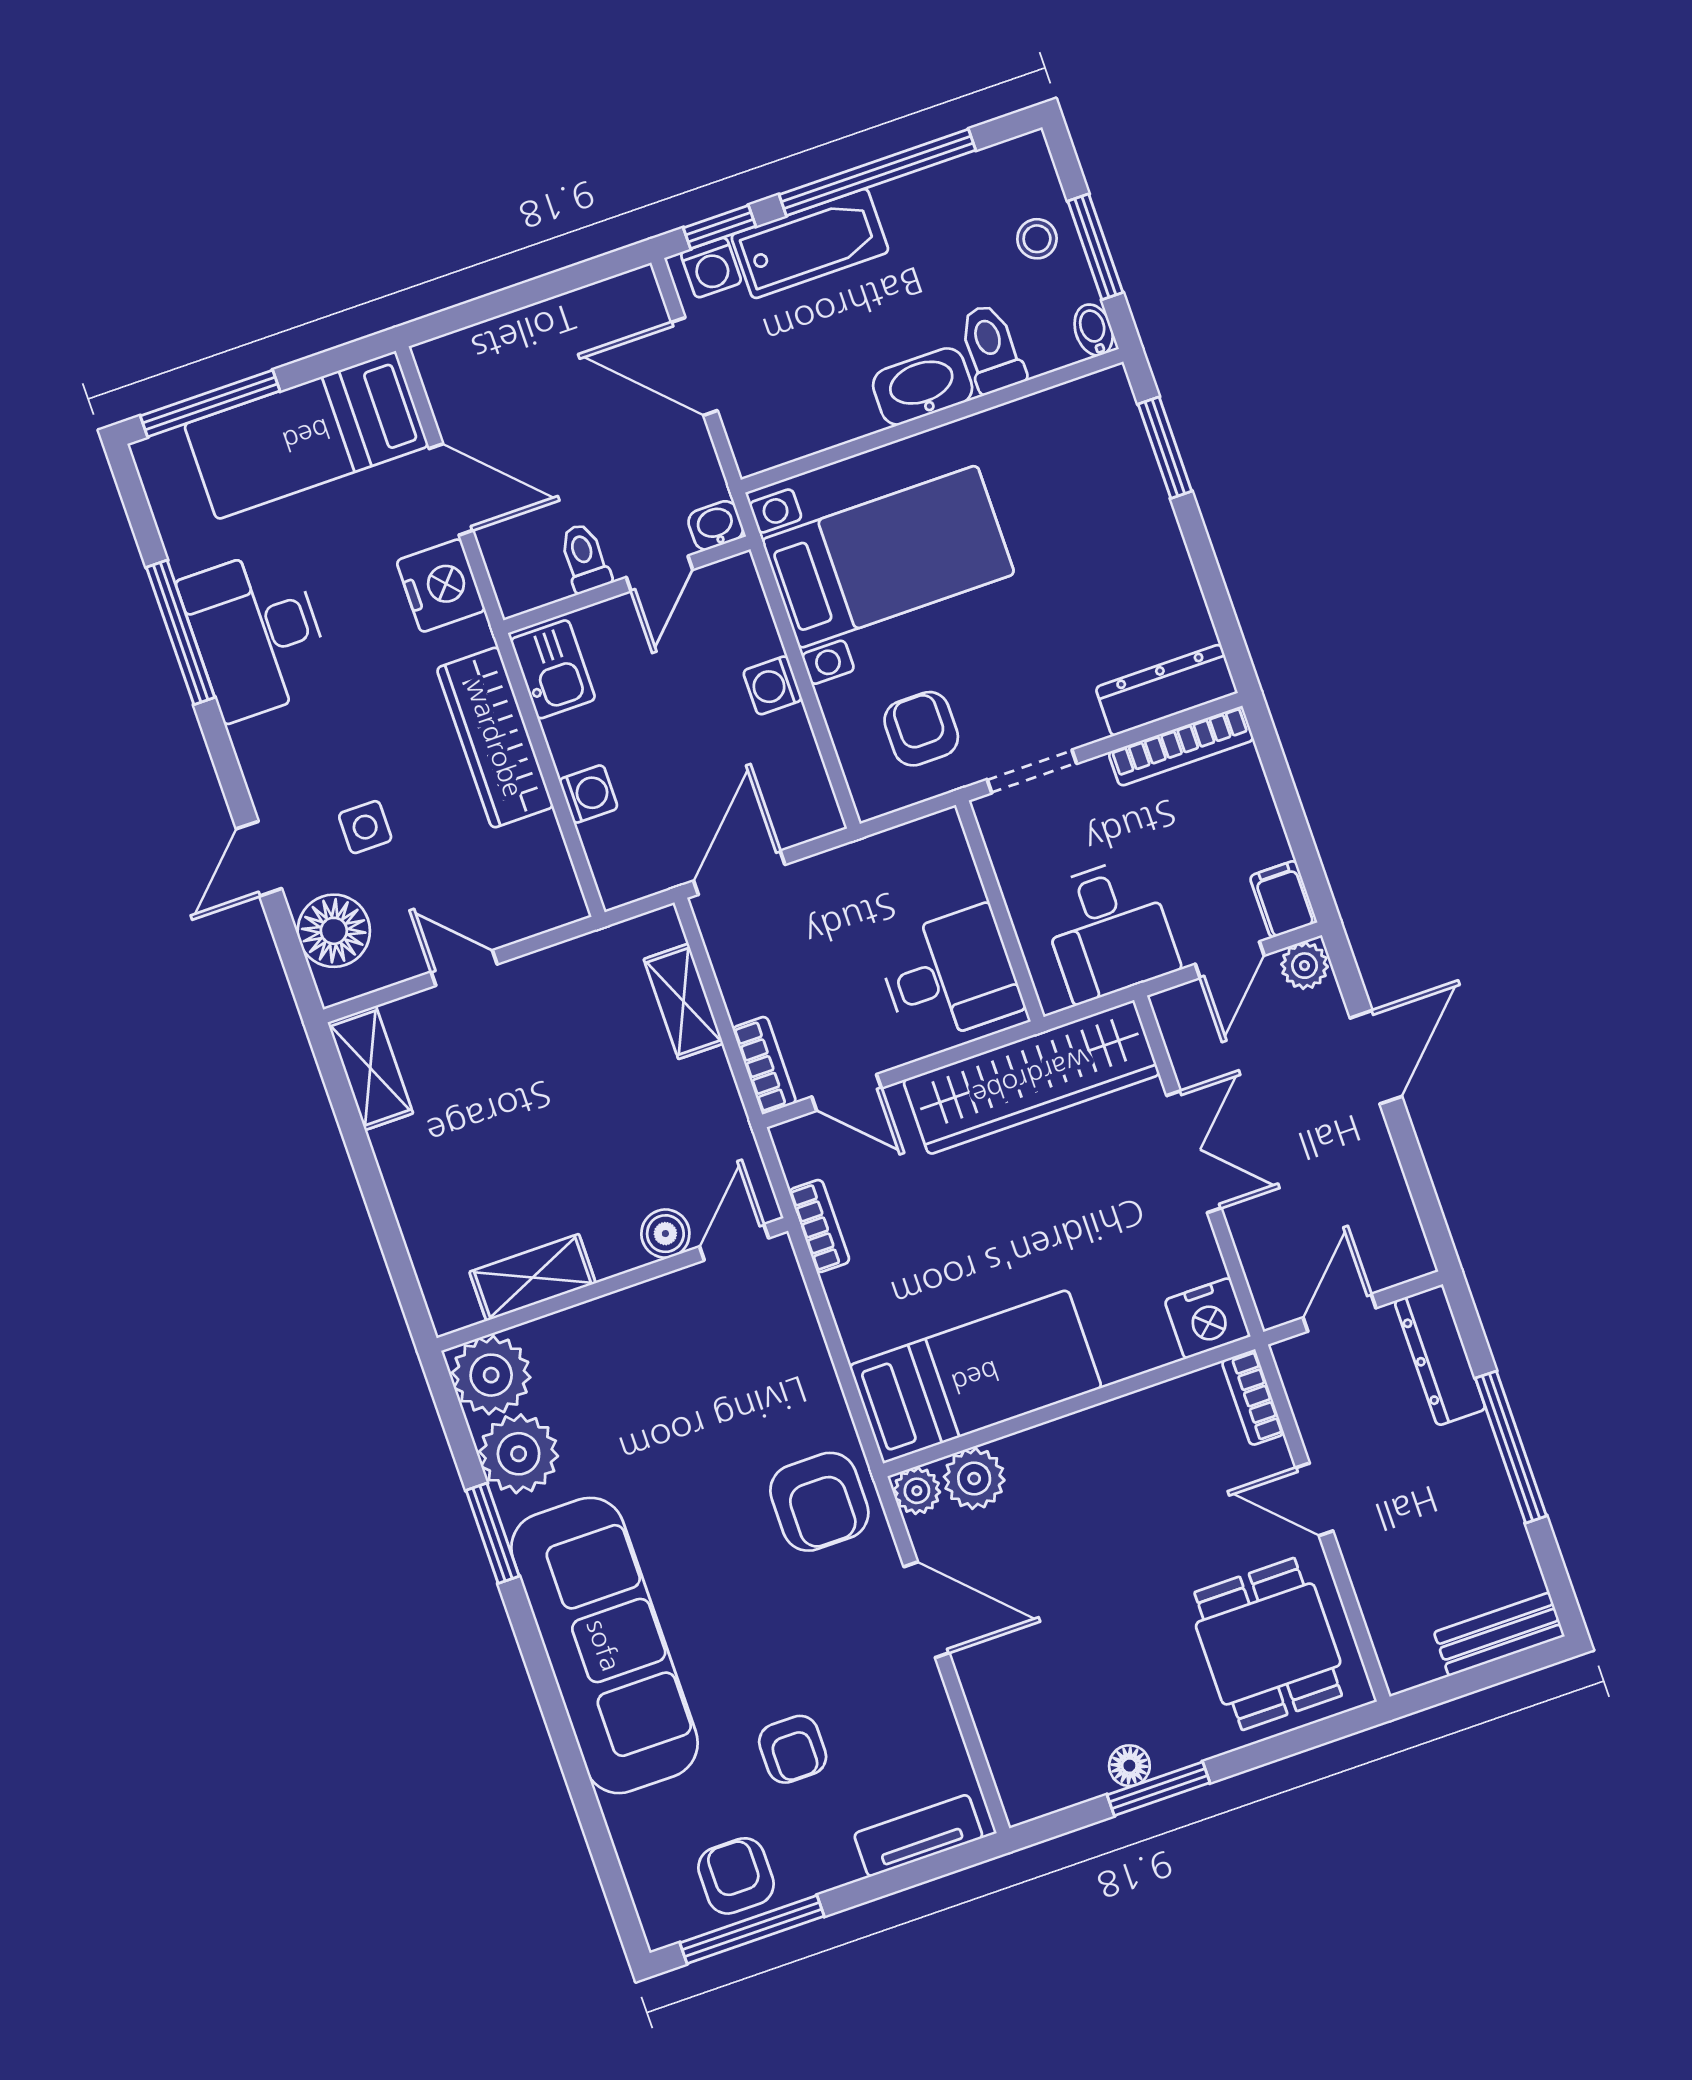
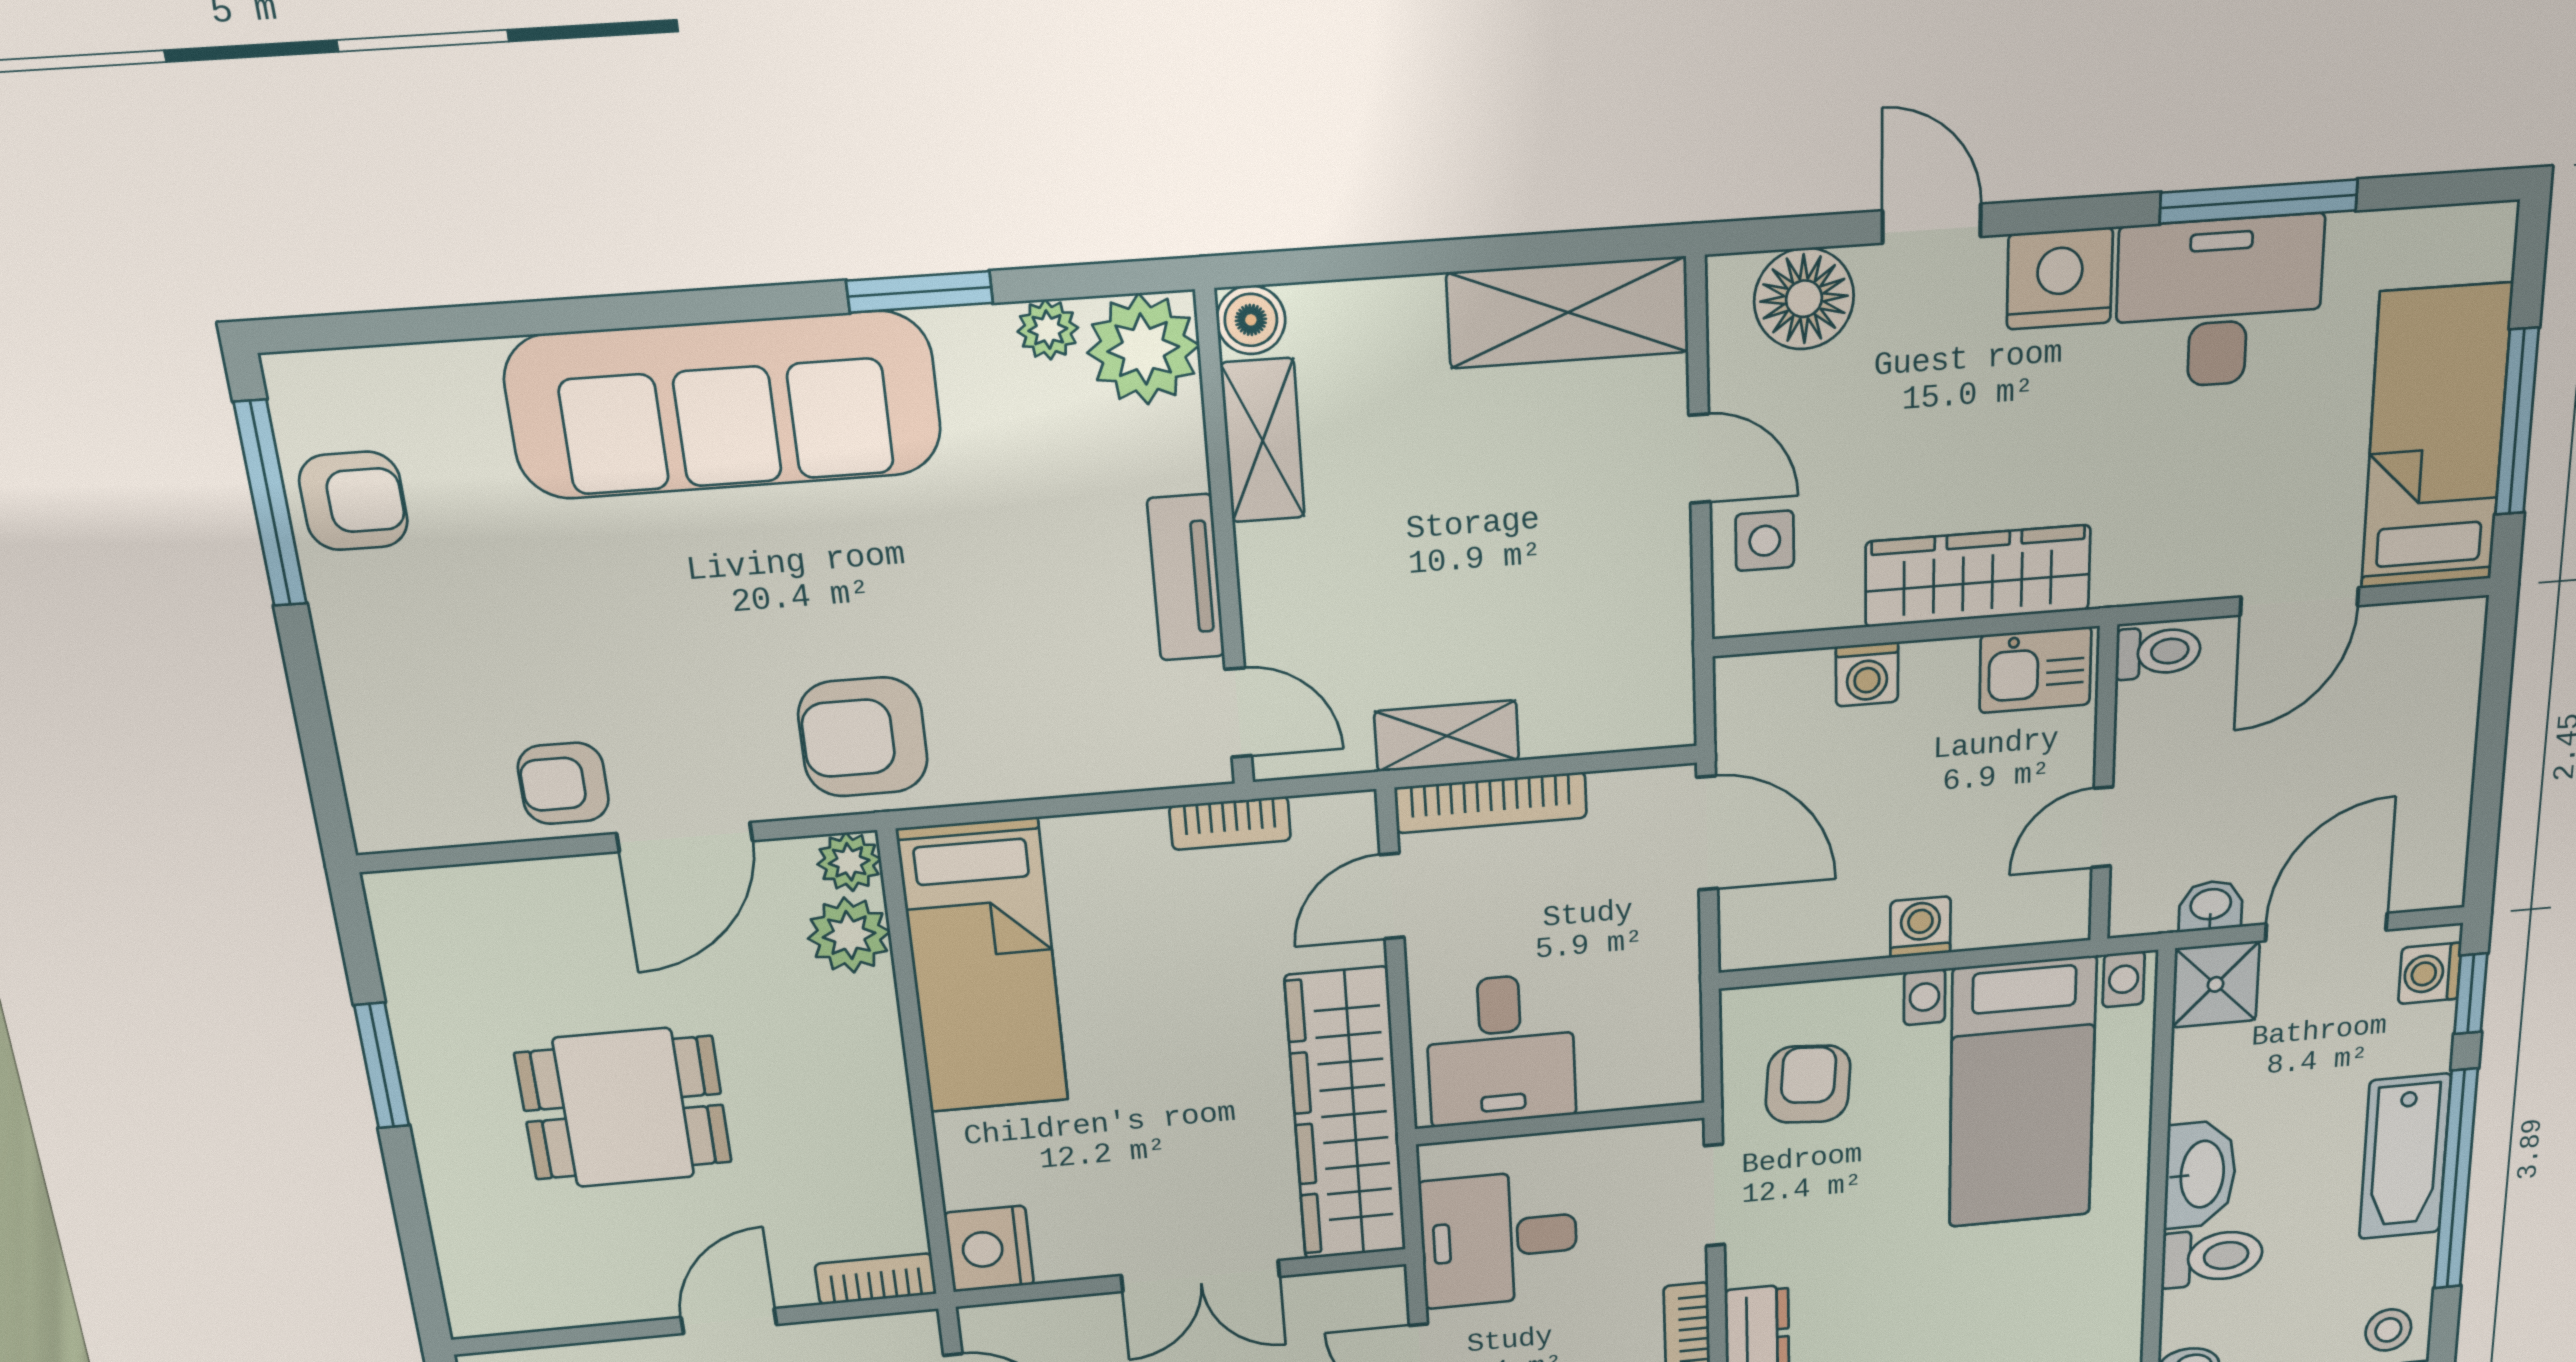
stool: (1037, 239) -> (2388, 1330), moved
bathtub: (810, 244) -> (2405, 1157), moved
window: (210, 403) -> (2517, 422), moved
shower: (762, 436) -> (2216, 984), added
washbasin: (716, 525) -> (2211, 906), moved, turned -90
toilet: (585, 558) -> (2158, 652), moved
door: (660, 574) -> (2102, 827), hinge flipped
nightstand: (441, 586) -> (2060, 279), moved, turned 180
armchair: (921, 729) -> (1808, 1084), turned -86
side table: (365, 827) -> (1765, 541), moved
door: (464, 968) -> (1700, 459), hinge flipped
shelving: (683, 1001) -> (1447, 736), moved
bookcase: (764, 1065) -> (1491, 803), width x1.56
shelving: (370, 1068) -> (1568, 312), width x1.50, depth x1.33
boiler: (665, 1234) -> (1251, 320), moved
plant: (519, 1454) -> (1048, 330), width x0.53, depth x0.53
dining table: (1268, 1644) -> (624, 1108), moved
armchair: (793, 1749) -> (563, 783), moved
floor lamp: (1129, 1766) -> (420, 1038), removed
tv unit: (918, 1836) -> (1186, 578), moved, turned 180

